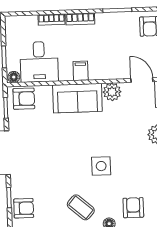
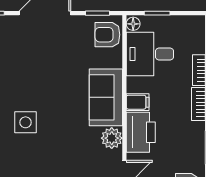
printer: (106, 67) -> (141, 132), added
armchair: (24, 99) -> (107, 35), turned 90

